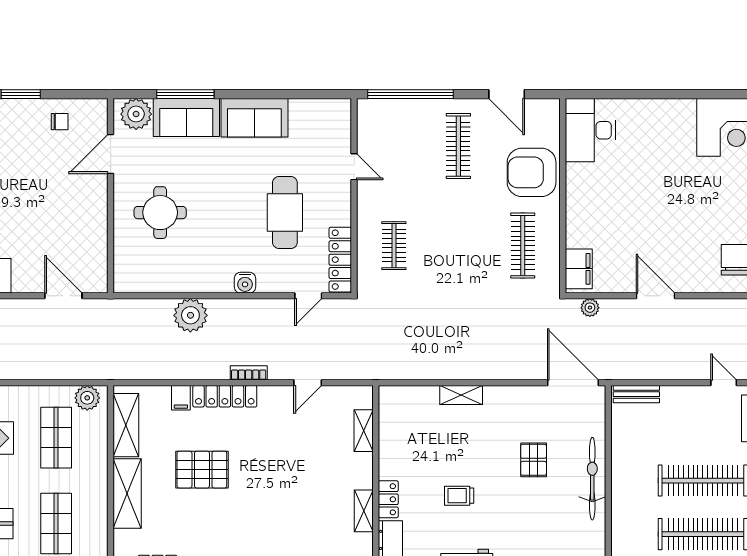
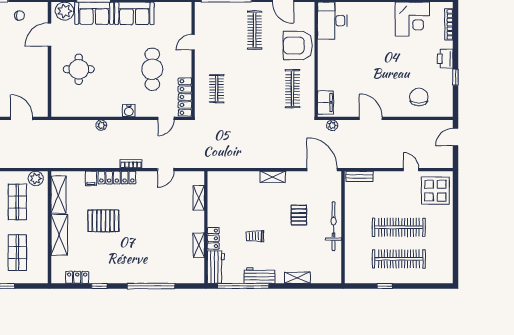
door: (354, 167) -> (193, 42), swing flipped
plant: (190, 315) -> (101, 125), width x0.53, depth x0.53
shelving: (461, 395) -> (273, 177), moved

